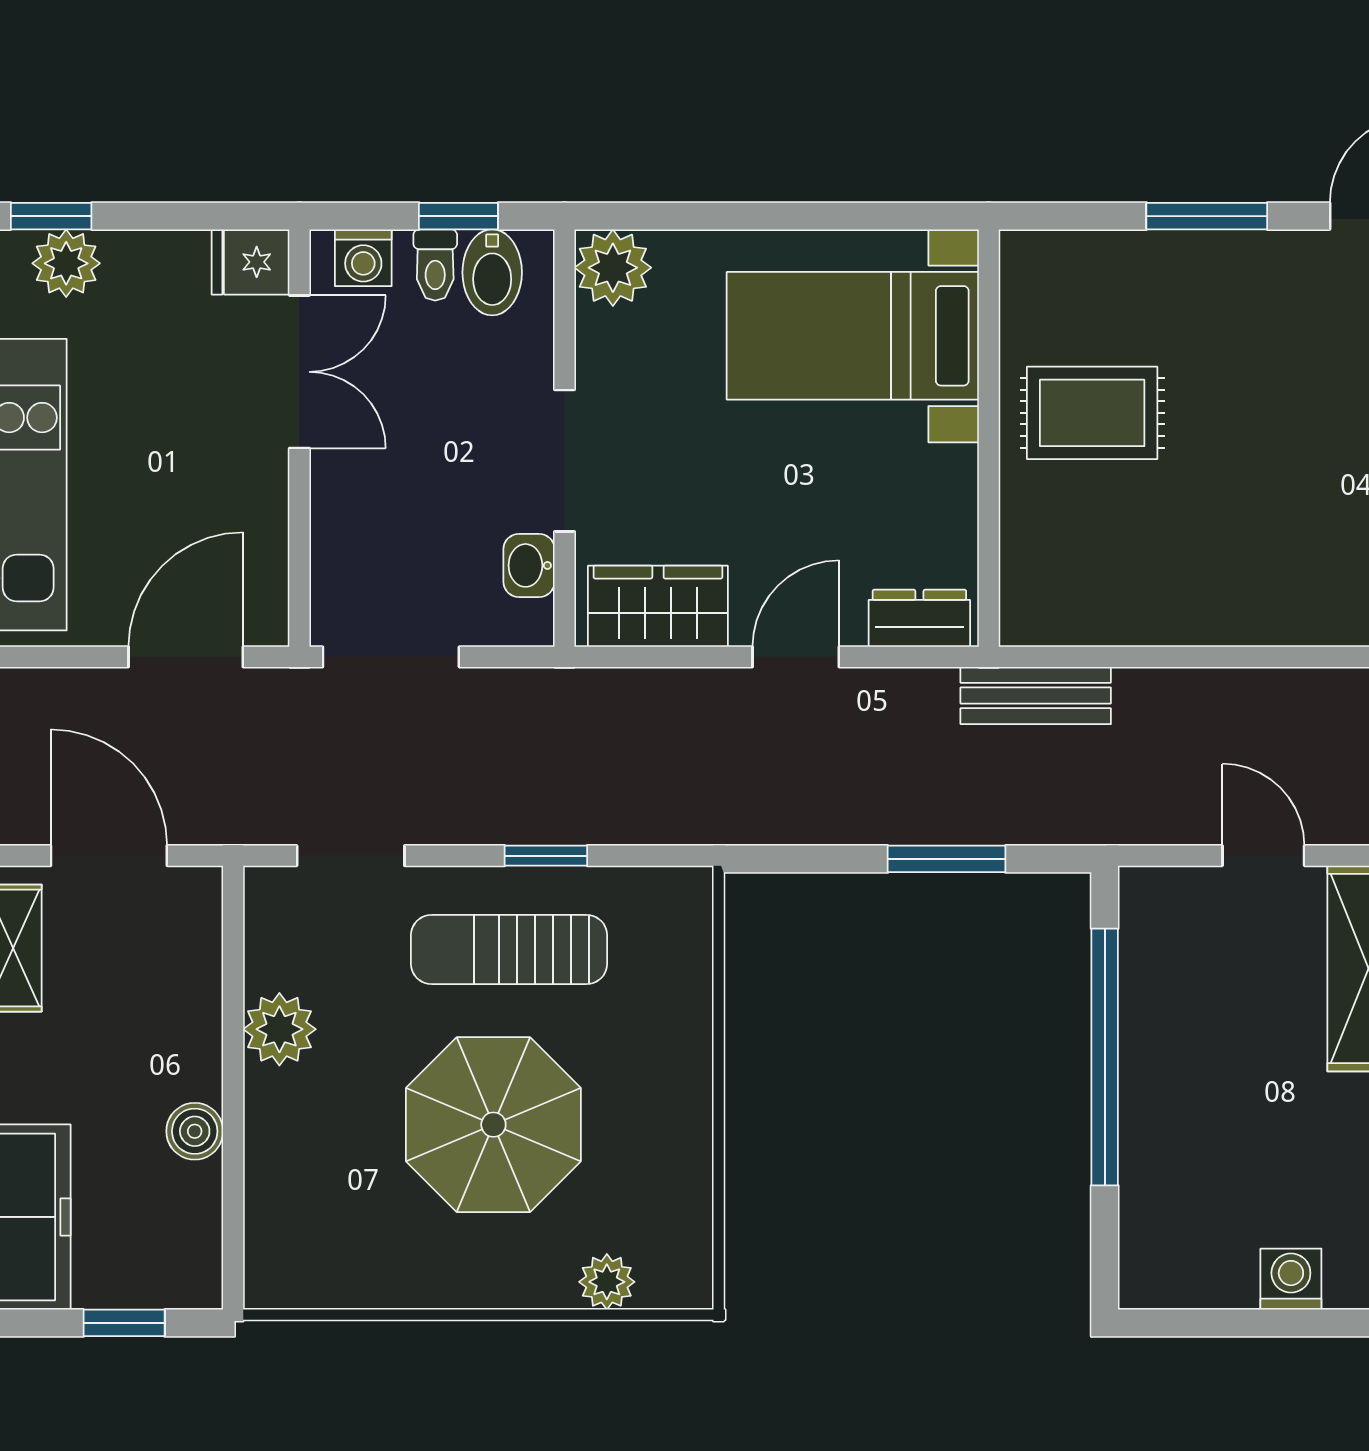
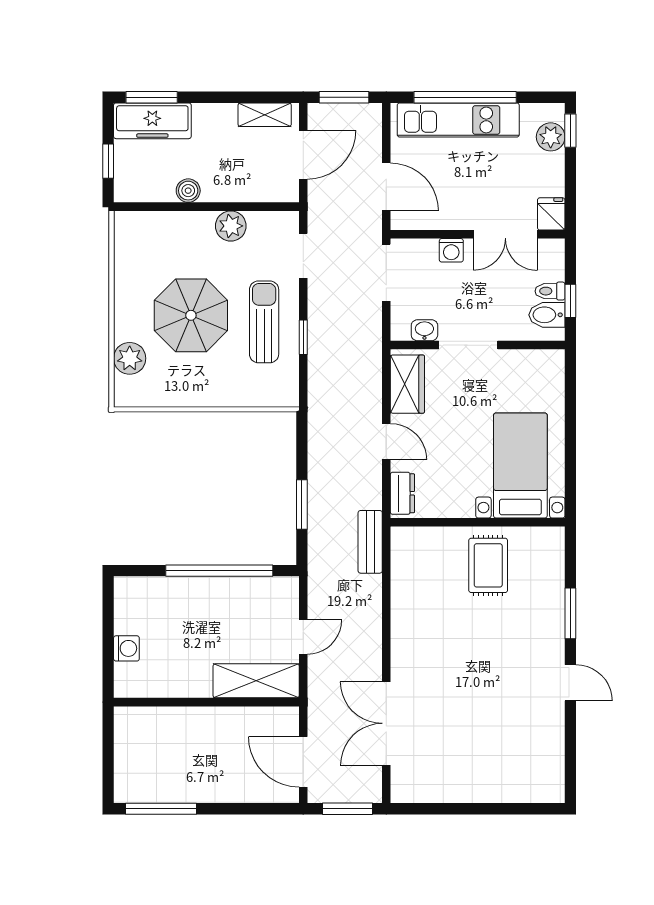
washing machine: (363, 258) -> (451, 250), moved, turned -90
plant: (613, 268) -> (549, 365), removed
plant: (607, 1282) -> (130, 358), width x1.38, depth x1.38

